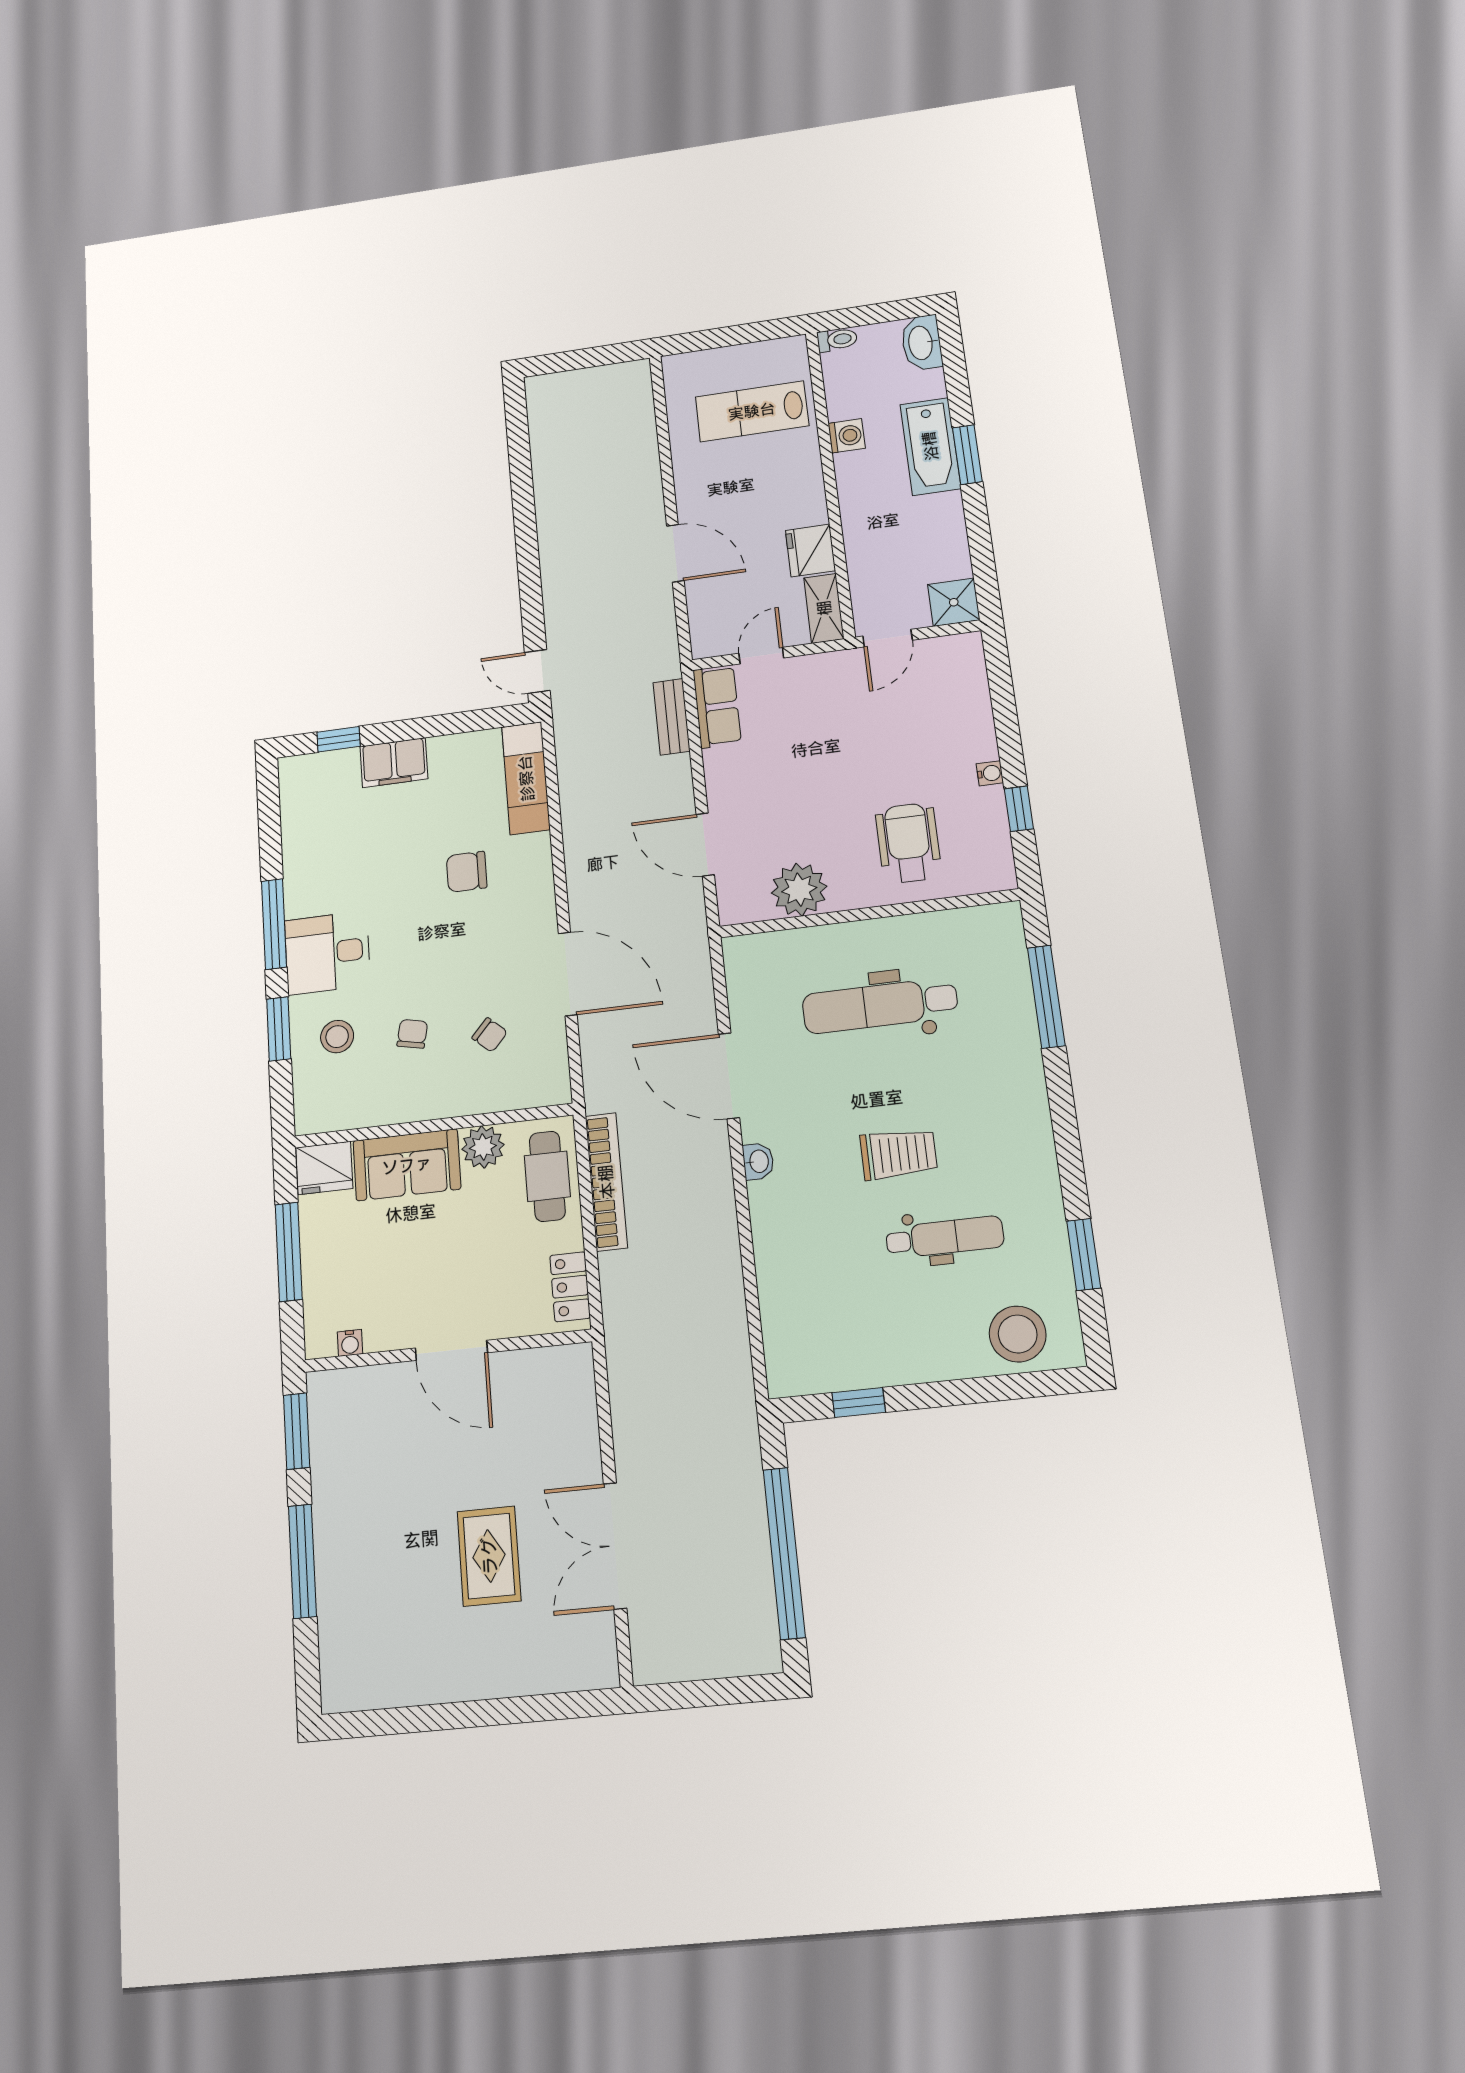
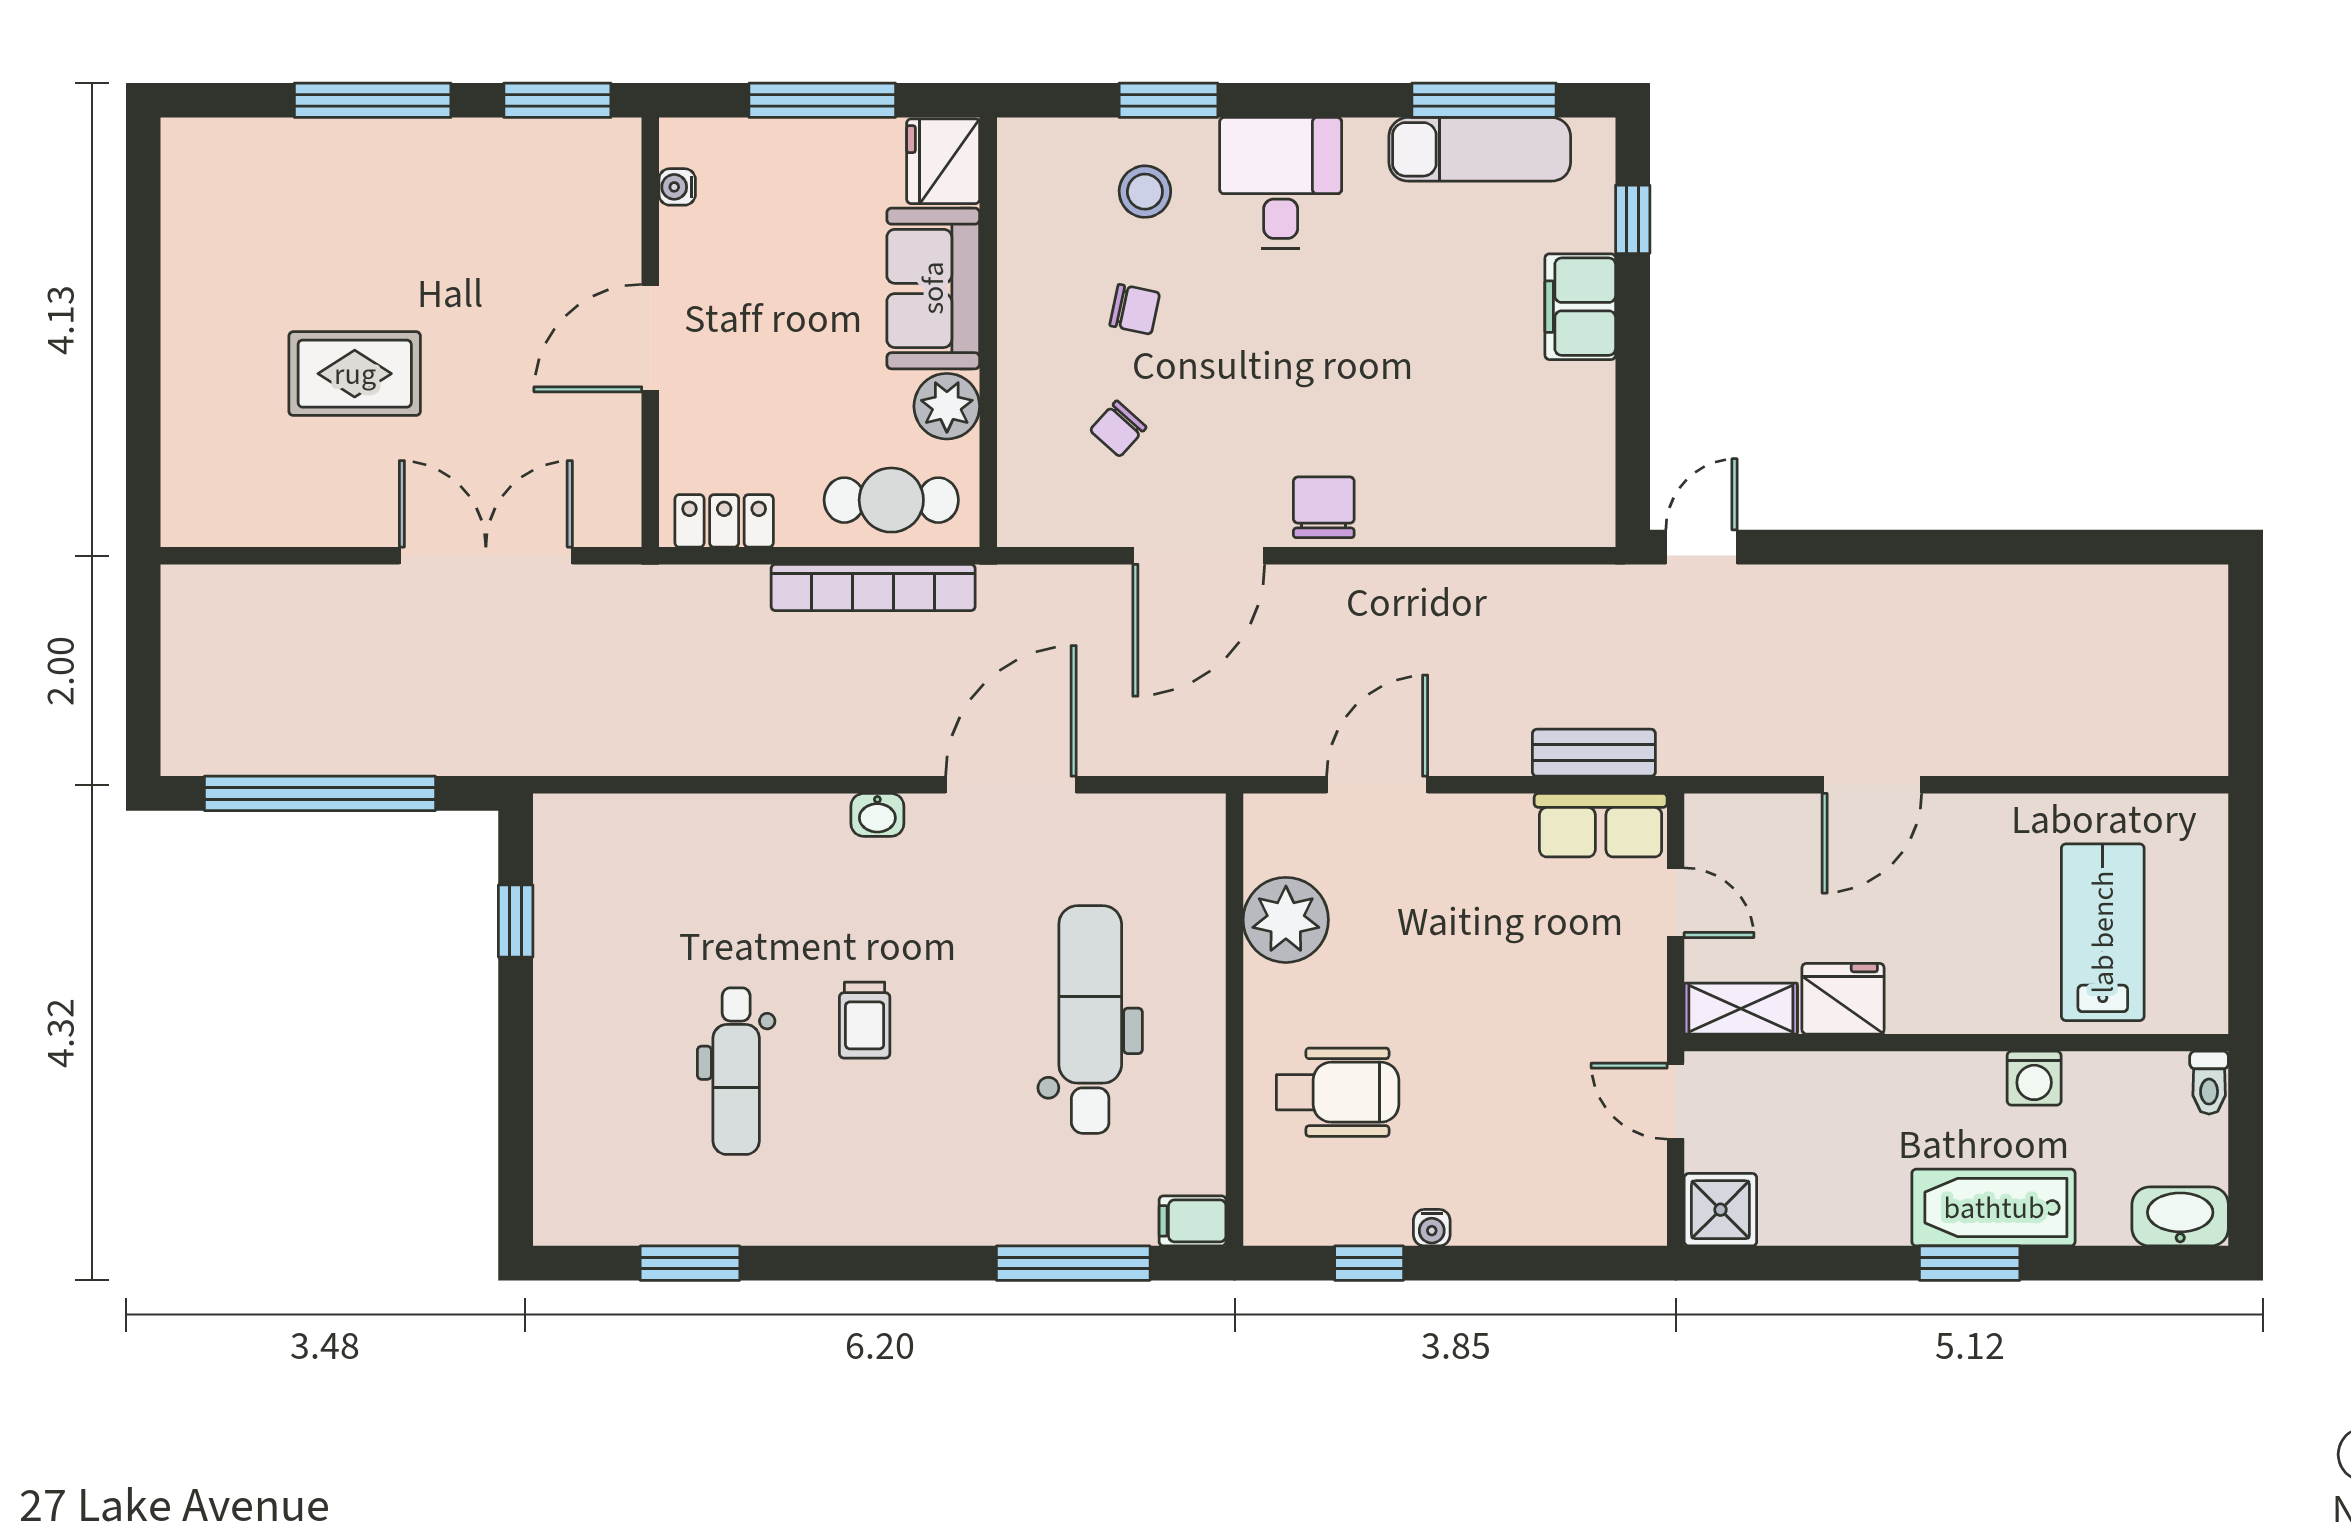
exam couch: (526, 778) -> (1480, 149), moved, turned 180
chair: (467, 872) -> (1324, 507), moved
filing cabinet: (1006, 923) -> (1193, 1221), added
window: (274, 924) -> (1484, 100), moved
trolley: (899, 1154) -> (865, 1020), width x0.73, depth x0.72
stool: (1018, 1334) -> (588, 1156), removed
double door: (615, 1546) -> (486, 556), moved

